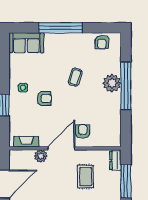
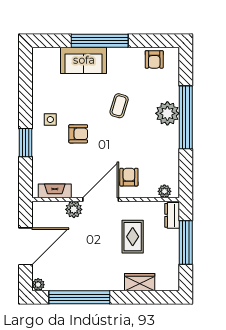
sofa: (26, 43) -> (84, 60), moved
plant: (110, 142) -> (164, 191), added

